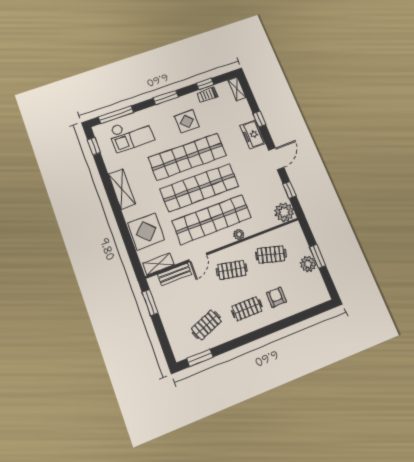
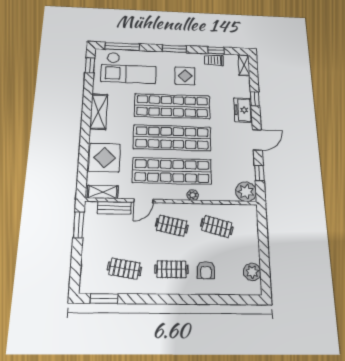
checkout: (131, 134) -> (129, 68), width x1.36, depth x1.21
window: (318, 256) -> (264, 247), removed
plant: (308, 264) -> (252, 272), moved
armchair: (276, 297) -> (206, 270), turned 180
clothes rail: (206, 325) -> (124, 269), turned 30

